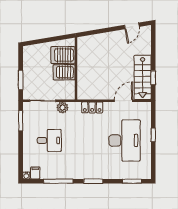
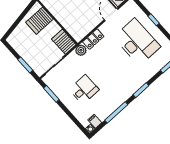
server rack: (64, 72) -> (64, 42), moved, turned 90
plant: (63, 108) -> (81, 50), moved

